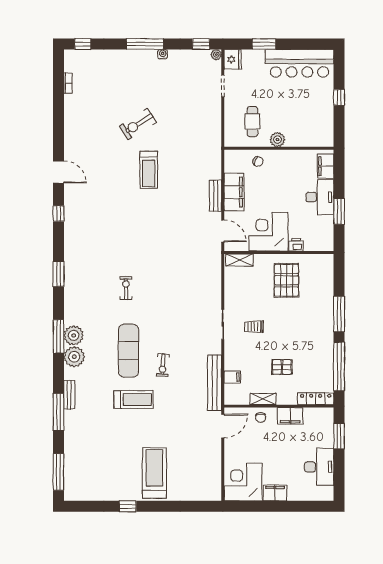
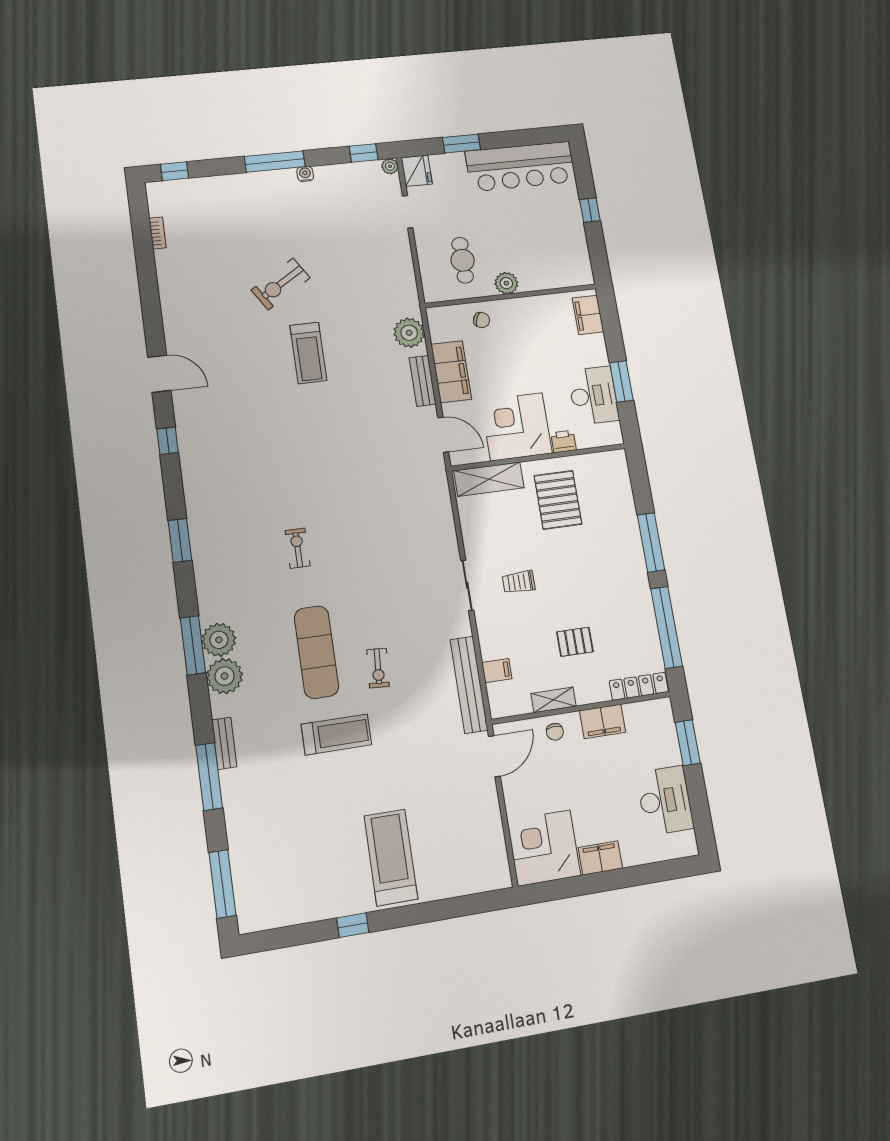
plant: (212, 164) -> (409, 333), added
desk: (320, 197) -> (593, 396), moved
shelving: (239, 260) -> (489, 479), width x1.50, depth x1.33

